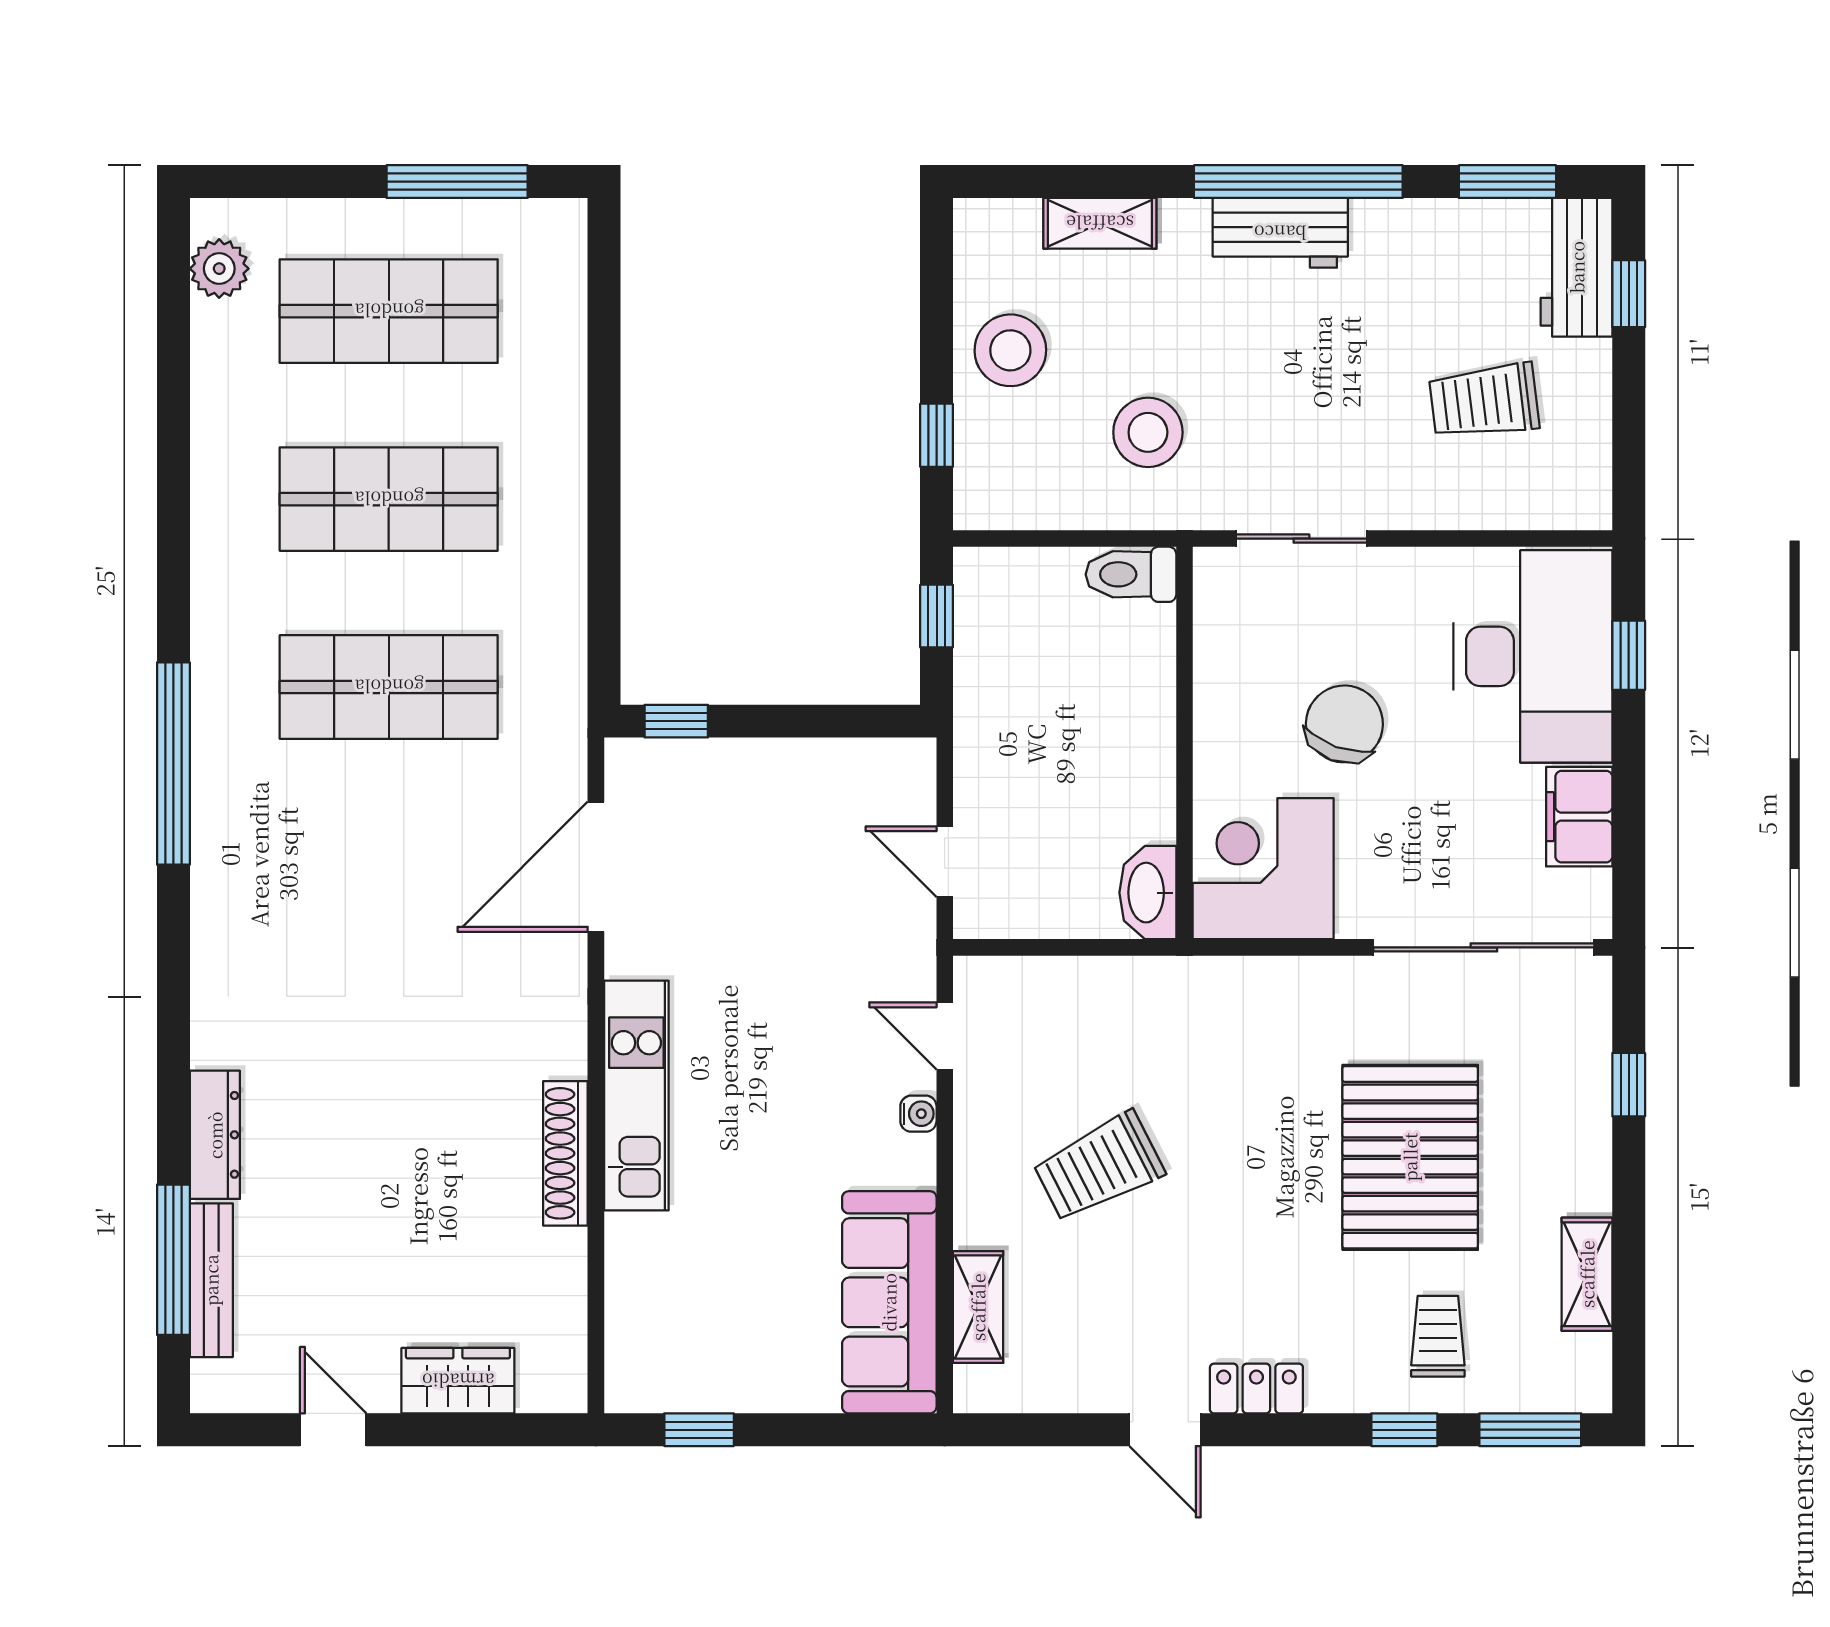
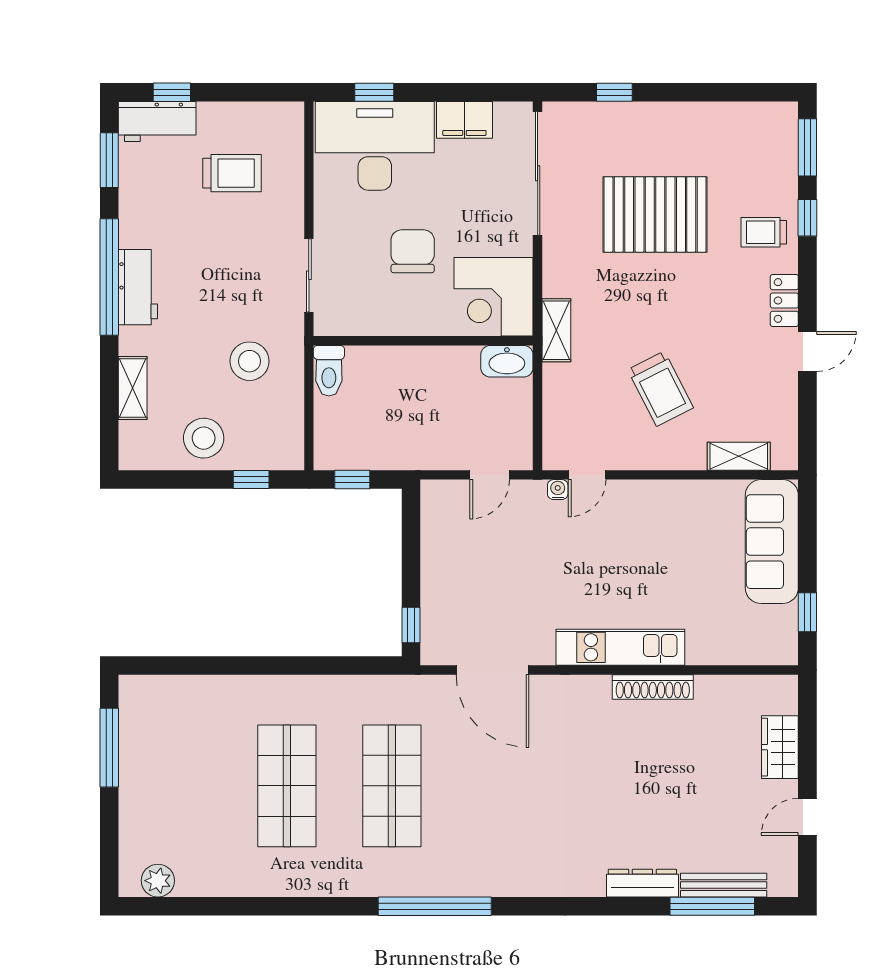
shop shelf: (389, 311) -> (182, 786), removed
trolley: (1484, 401) -> (232, 173), turned -83
chair: (1344, 724) -> (413, 251), turned 70
water cooler: (918, 1114) -> (558, 490), moved
shelving: (1587, 1274) -> (556, 330), moved, turned 90
sofa: (889, 1302) -> (772, 542), moved, turned 90
trolley: (1438, 1336) -> (764, 232), moved

